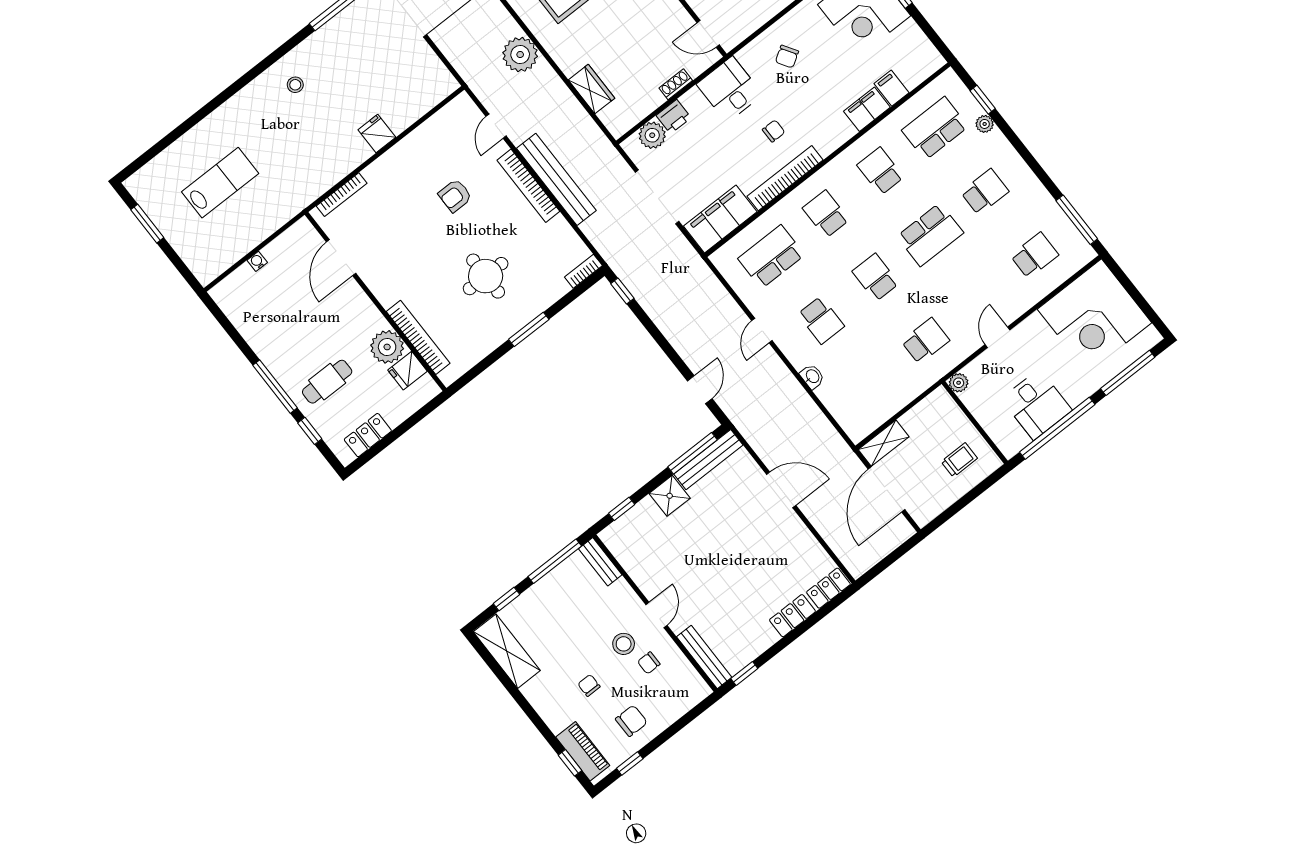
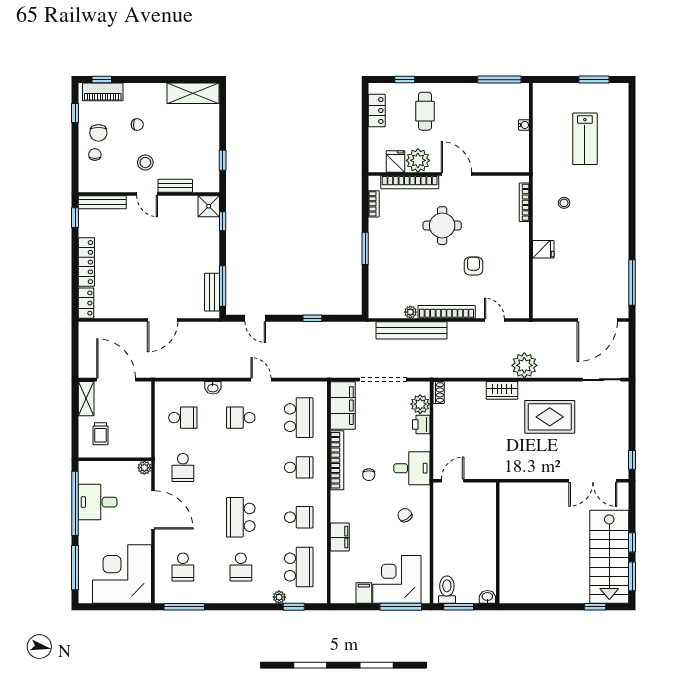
shoe rack: (676, 84) -> (439, 392), moved
stool: (295, 85) -> (564, 203), moved
filing cabinet: (891, 88) -> (364, 593), moved, turned -90
wardrobe: (592, 89) -> (502, 390), moved
bench: (556, 179) -> (412, 330), moved
plant: (560, 225) -> (410, 312), added
door: (341, 258) -> (456, 174), moved
bookcase: (583, 271) -> (374, 204), moved
round table: (486, 276) -> (442, 226), moved
school desk: (876, 277) -> (183, 418), moved
window: (622, 291) -> (312, 318), moved
door: (998, 337) -> (153, 510), width x1.87
window: (275, 387) -> (499, 80), moved
shelving: (884, 443) -> (86, 399), moved
bench: (708, 460) -> (212, 292), width x0.73
shower: (670, 496) -> (209, 206), moved
window: (555, 561) -> (223, 160), width x0.46
bench: (600, 562) -> (175, 186), moved
window: (507, 599) -> (223, 116), removed
locker: (792, 616) -> (86, 262), width x1.53
chair: (649, 663) -> (95, 154), moved

